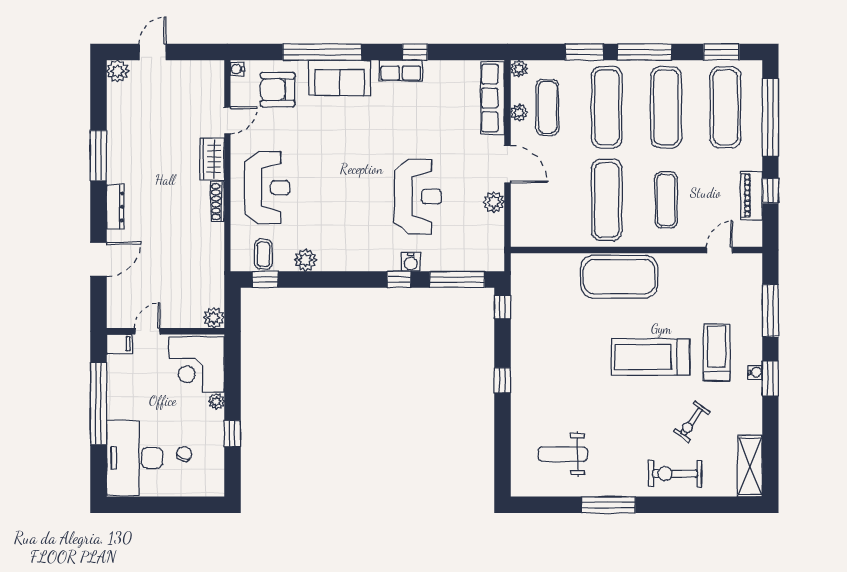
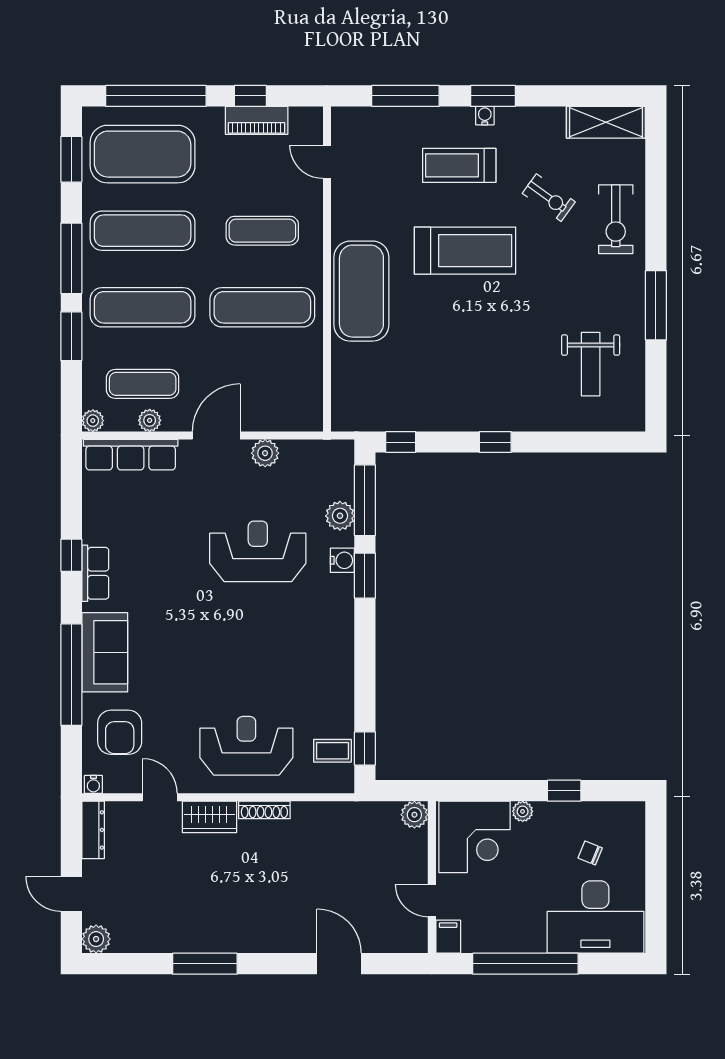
exercise mat: (725, 107) -> (143, 154), width x1.47
dresser: (115, 207) -> (93, 830), moved, turned 90
plant: (305, 260) -> (340, 516), moved
window: (399, 279) -> (365, 576), width x1.50
treadmill: (651, 357) -> (465, 251), turned -90

